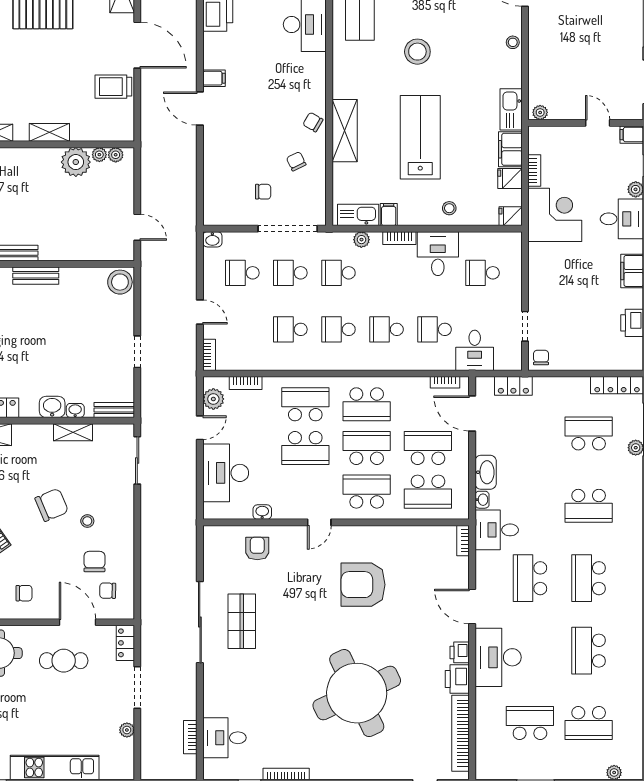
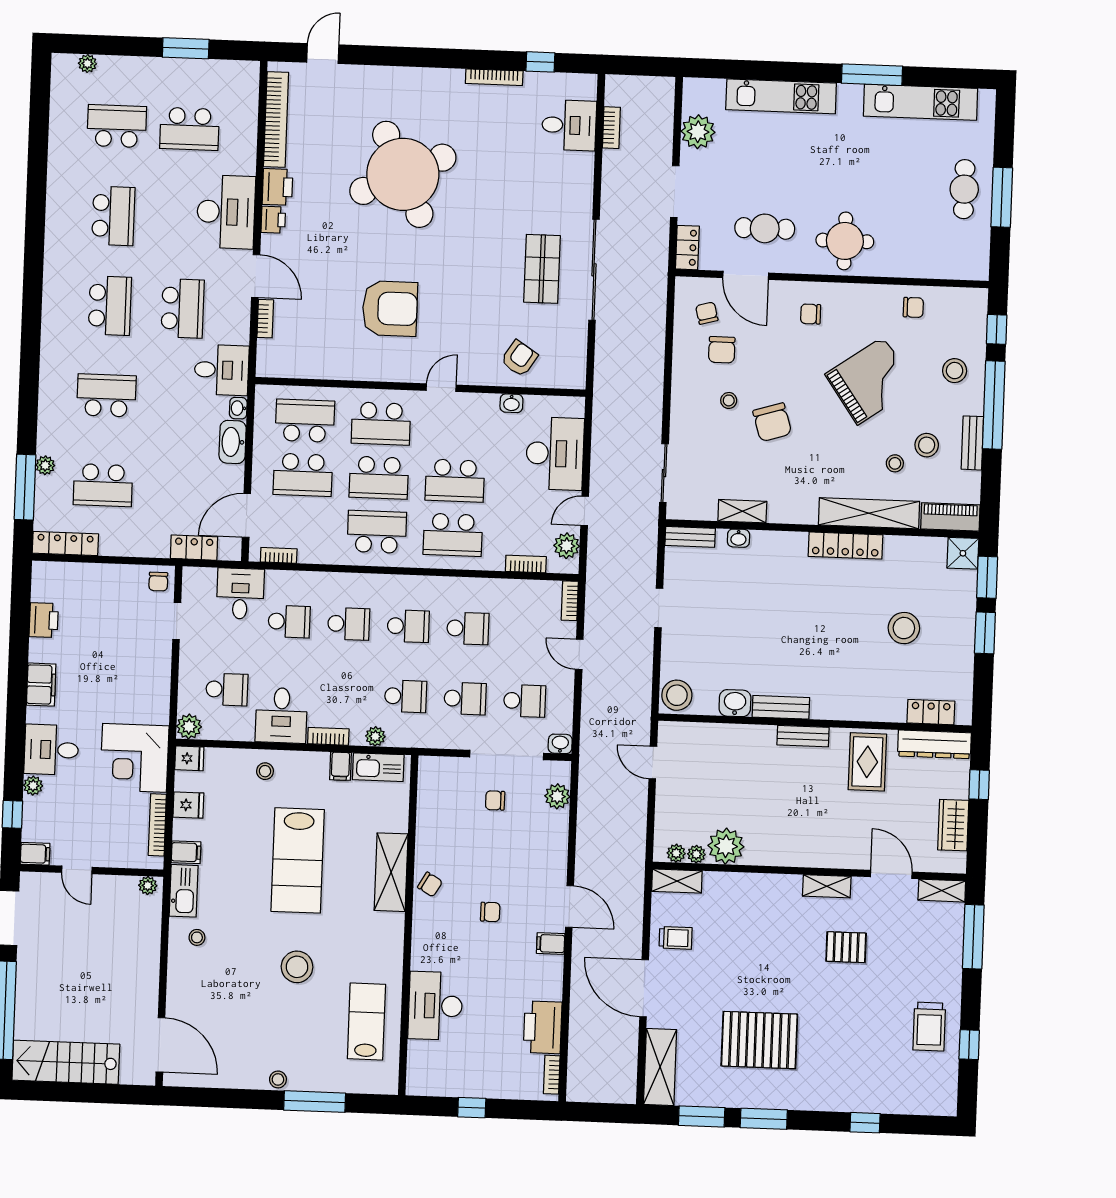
stool: (513, 42) -> (197, 937), moved
trolley: (113, 87) -> (676, 938), width x0.73, depth x0.72
shelving: (49, 132) -> (677, 881), moved
filing cabinet: (510, 149) -> (186, 852), width x0.50
chair: (296, 161) -> (490, 912), moved, turned -64
bookcase: (534, 171) -> (157, 825), width x1.56
plant: (213, 197) -> (557, 796), added
doorway: (288, 229) -> (507, 755), moved
plant: (512, 242) -> (189, 727), added
washbasin: (52, 407) -> (735, 703), moved, turned 180
door: (472, 414) -> (246, 515), swing flipped
school desk: (305, 448) -> (455, 481), turned 180
chair: (52, 505) -> (772, 422), turned -84
bookcase: (463, 541) -> (265, 319), moved
armchair: (257, 548) -> (519, 358), turned -147
chair: (108, 591) -> (707, 313), turned -106
plant: (127, 730) -> (698, 132), width x1.88, depth x1.88

